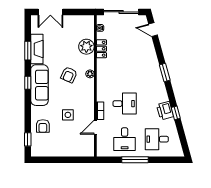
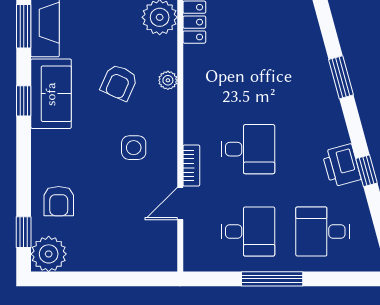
sofa: (40, 85) -> (51, 94), width x0.73
side table: (68, 115) -> (134, 148), moved
desk: (125, 139) -> (248, 231), turned -90
plant: (38, 149) -> (49, 254), added

